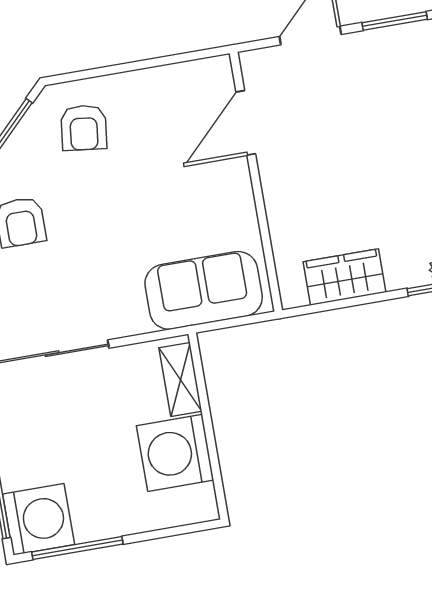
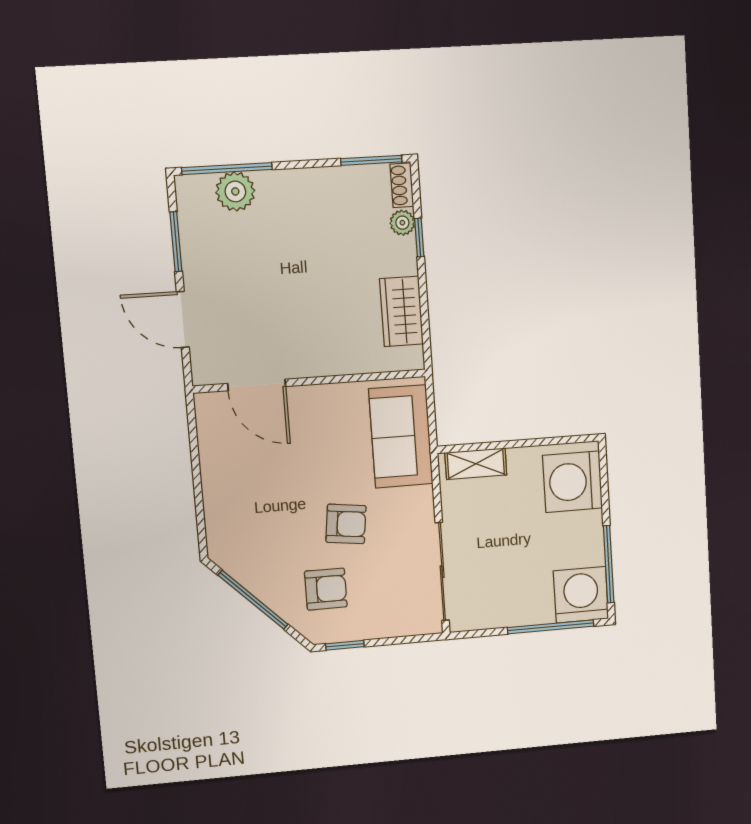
armchair: (84, 128) -> (346, 524), moved
washing machine: (175, 453) -> (573, 482), moved, turned 90

